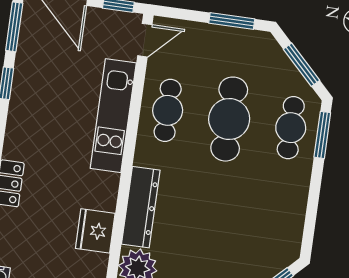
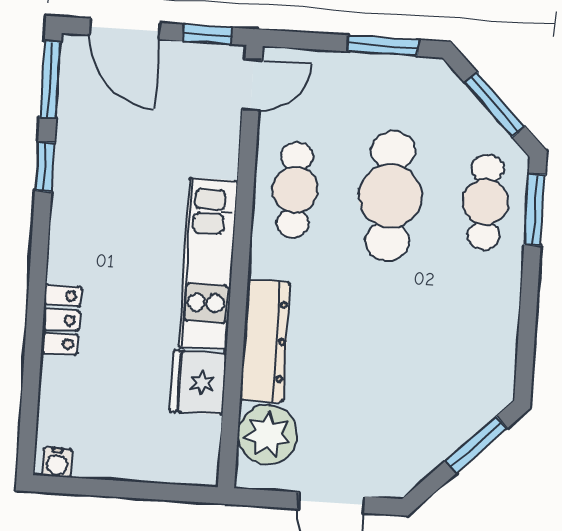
kitchen unit: (113, 116) -> (208, 264), moved

